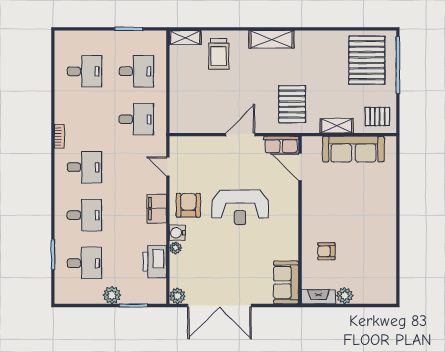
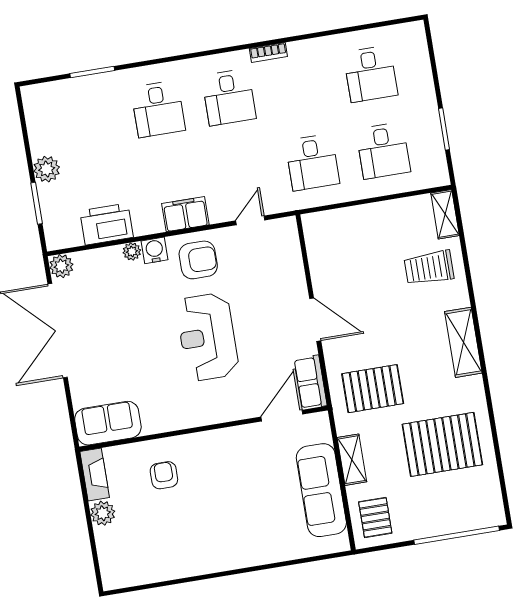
pallet: (367, 60) -> (442, 444), moved
desk: (84, 263) -> (87, 121), removed

